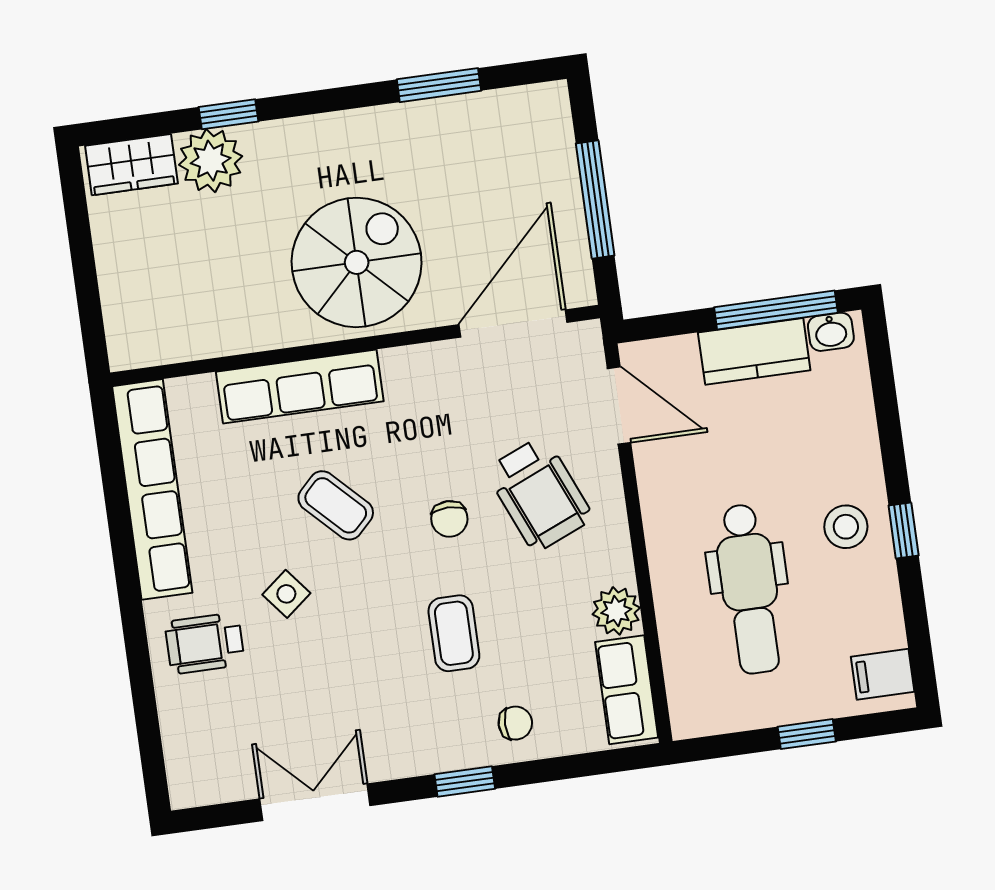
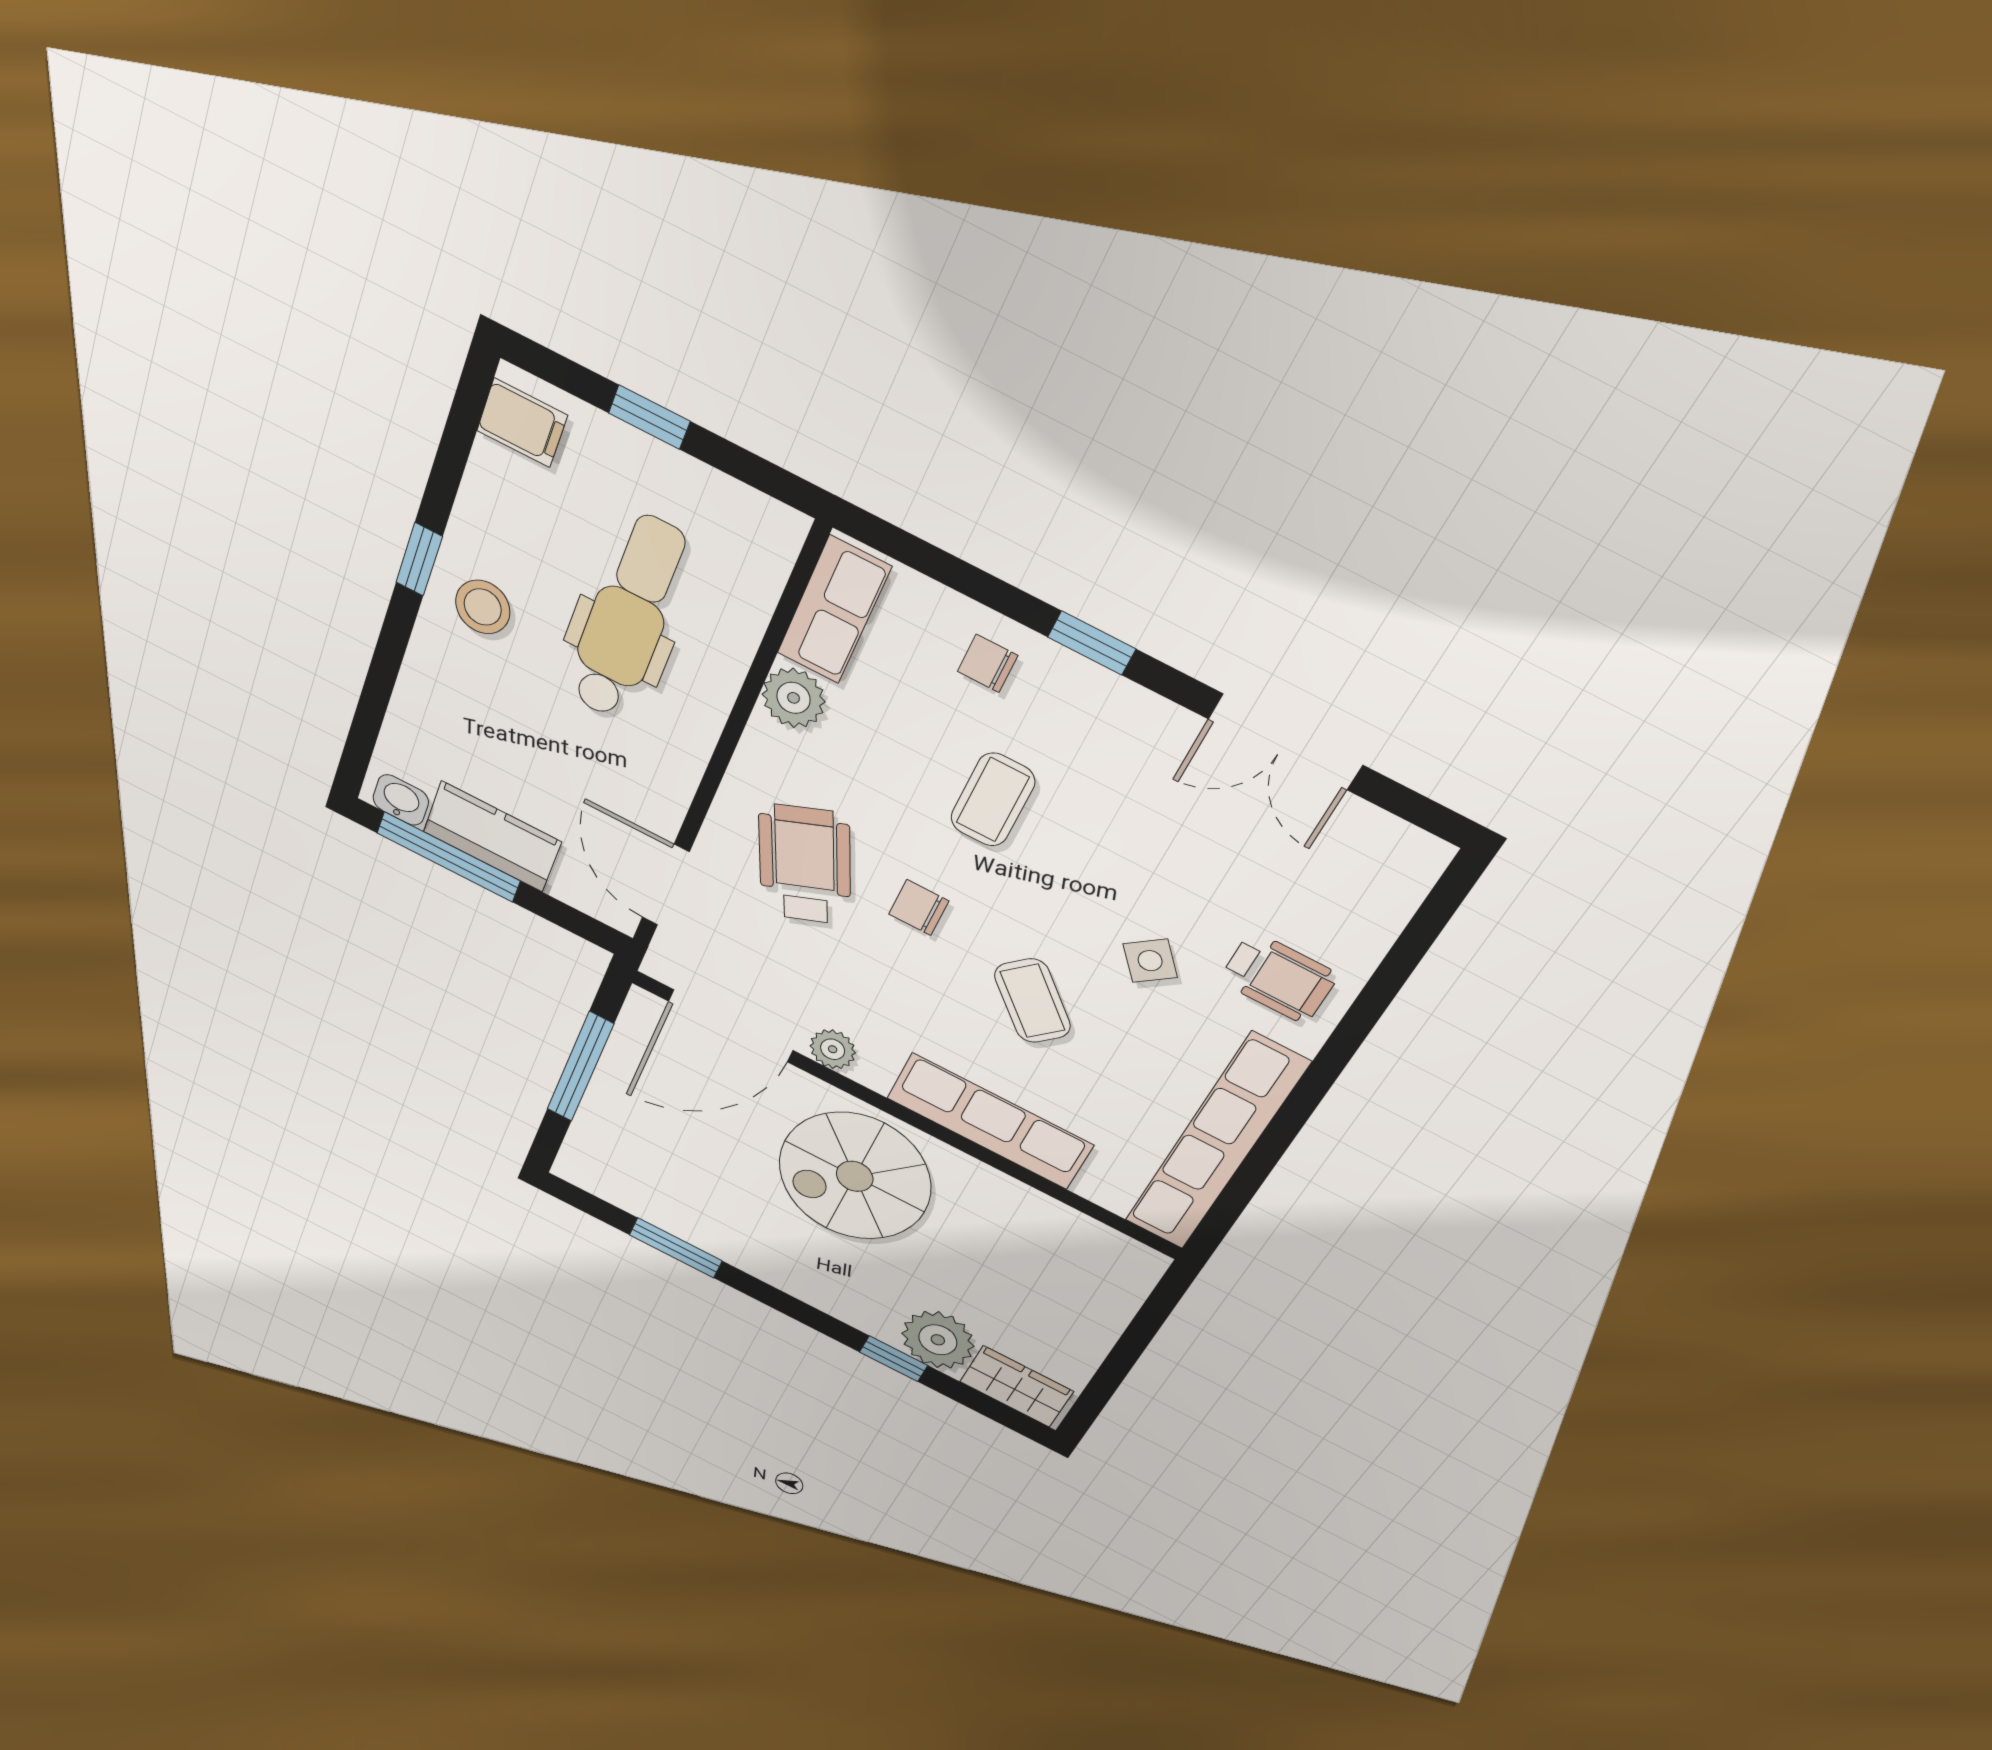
plant: (436, 360) -> (833, 1049), added
chair: (449, 519) -> (919, 908), turned -90

